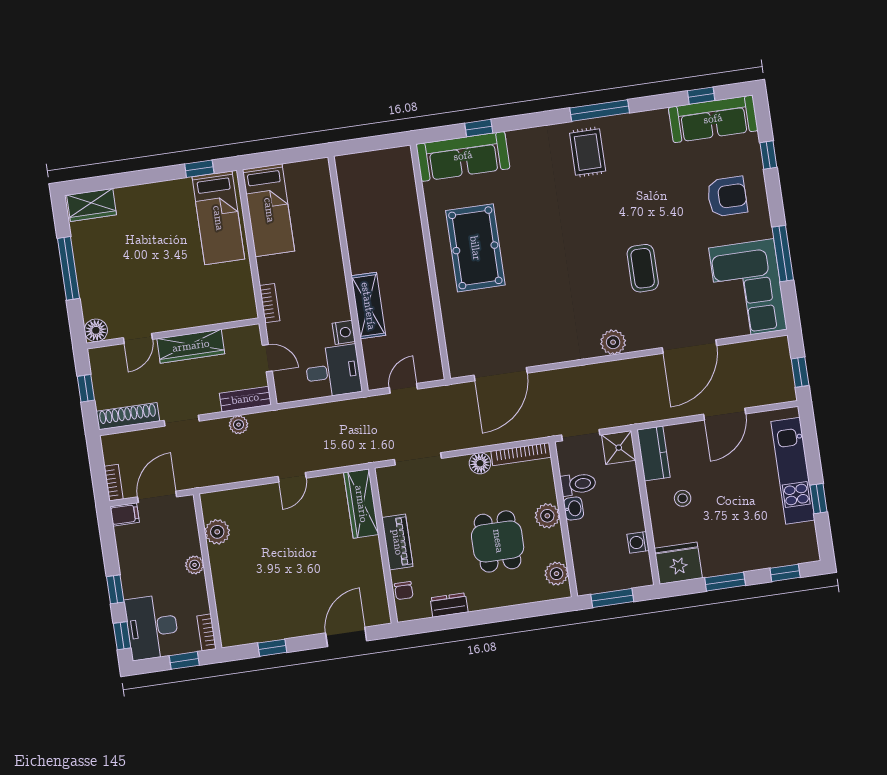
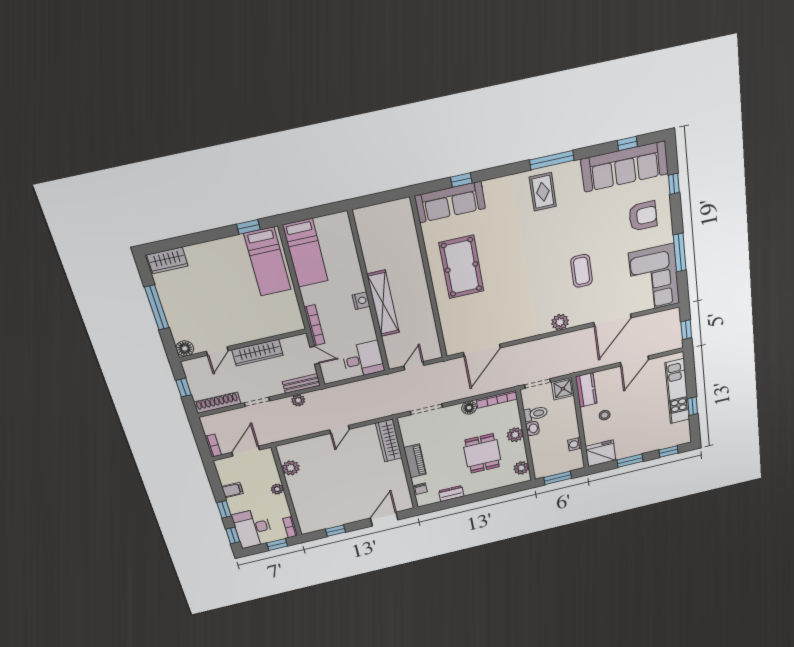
sofa: (713, 119) -> (625, 166), width x1.36, depth x1.27
bookcase: (270, 303) -> (314, 325), width x1.56
shelving: (368, 306) -> (383, 304), width x1.47
nightstand: (344, 332) -> (361, 301), moved
filing cabinet: (125, 514) -> (232, 490), moved

